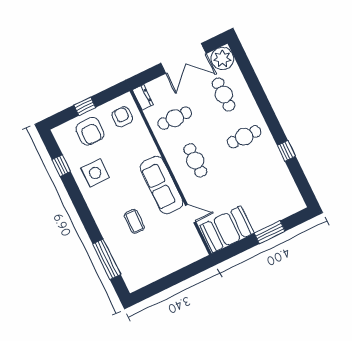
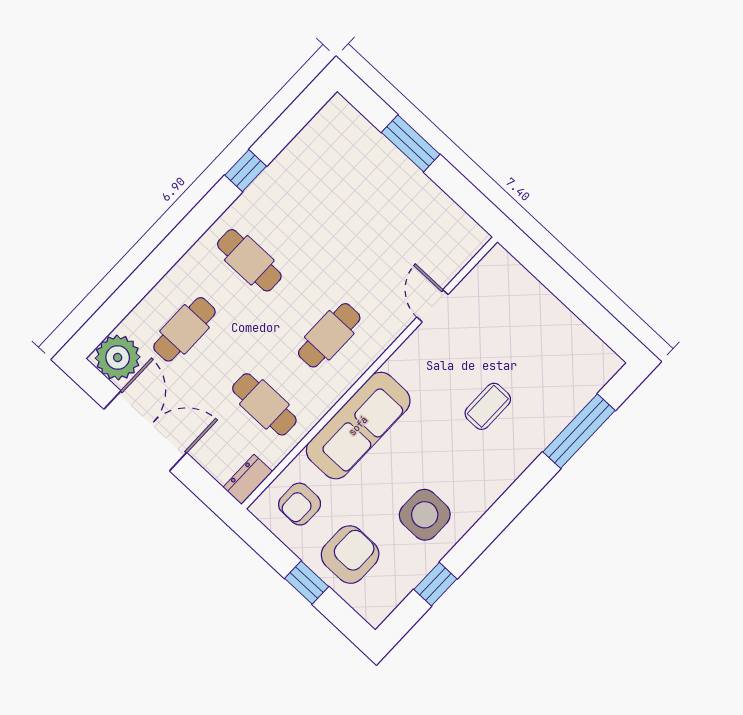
sofa: (161, 185) -> (358, 426), moved
booth: (227, 229) -> (436, 226), removed

